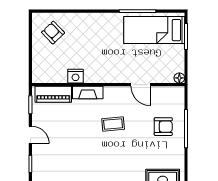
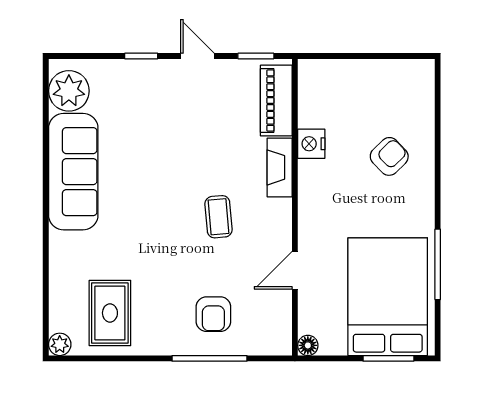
bed: (154, 30) -> (388, 297), width x1.50
armchair: (53, 33) -> (389, 156), moved
door: (30, 135) -> (197, 56), swing flipped

